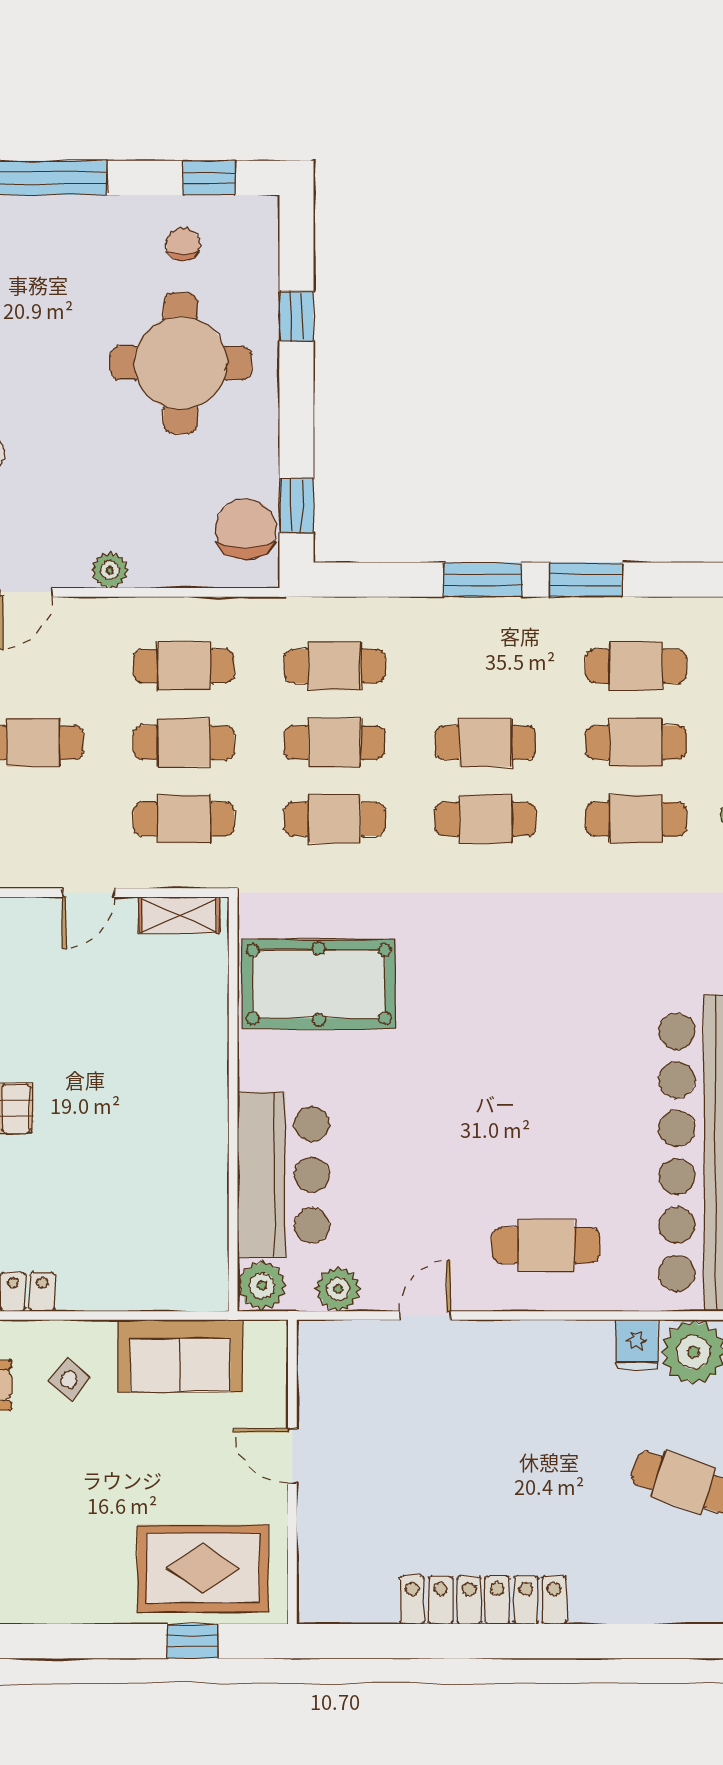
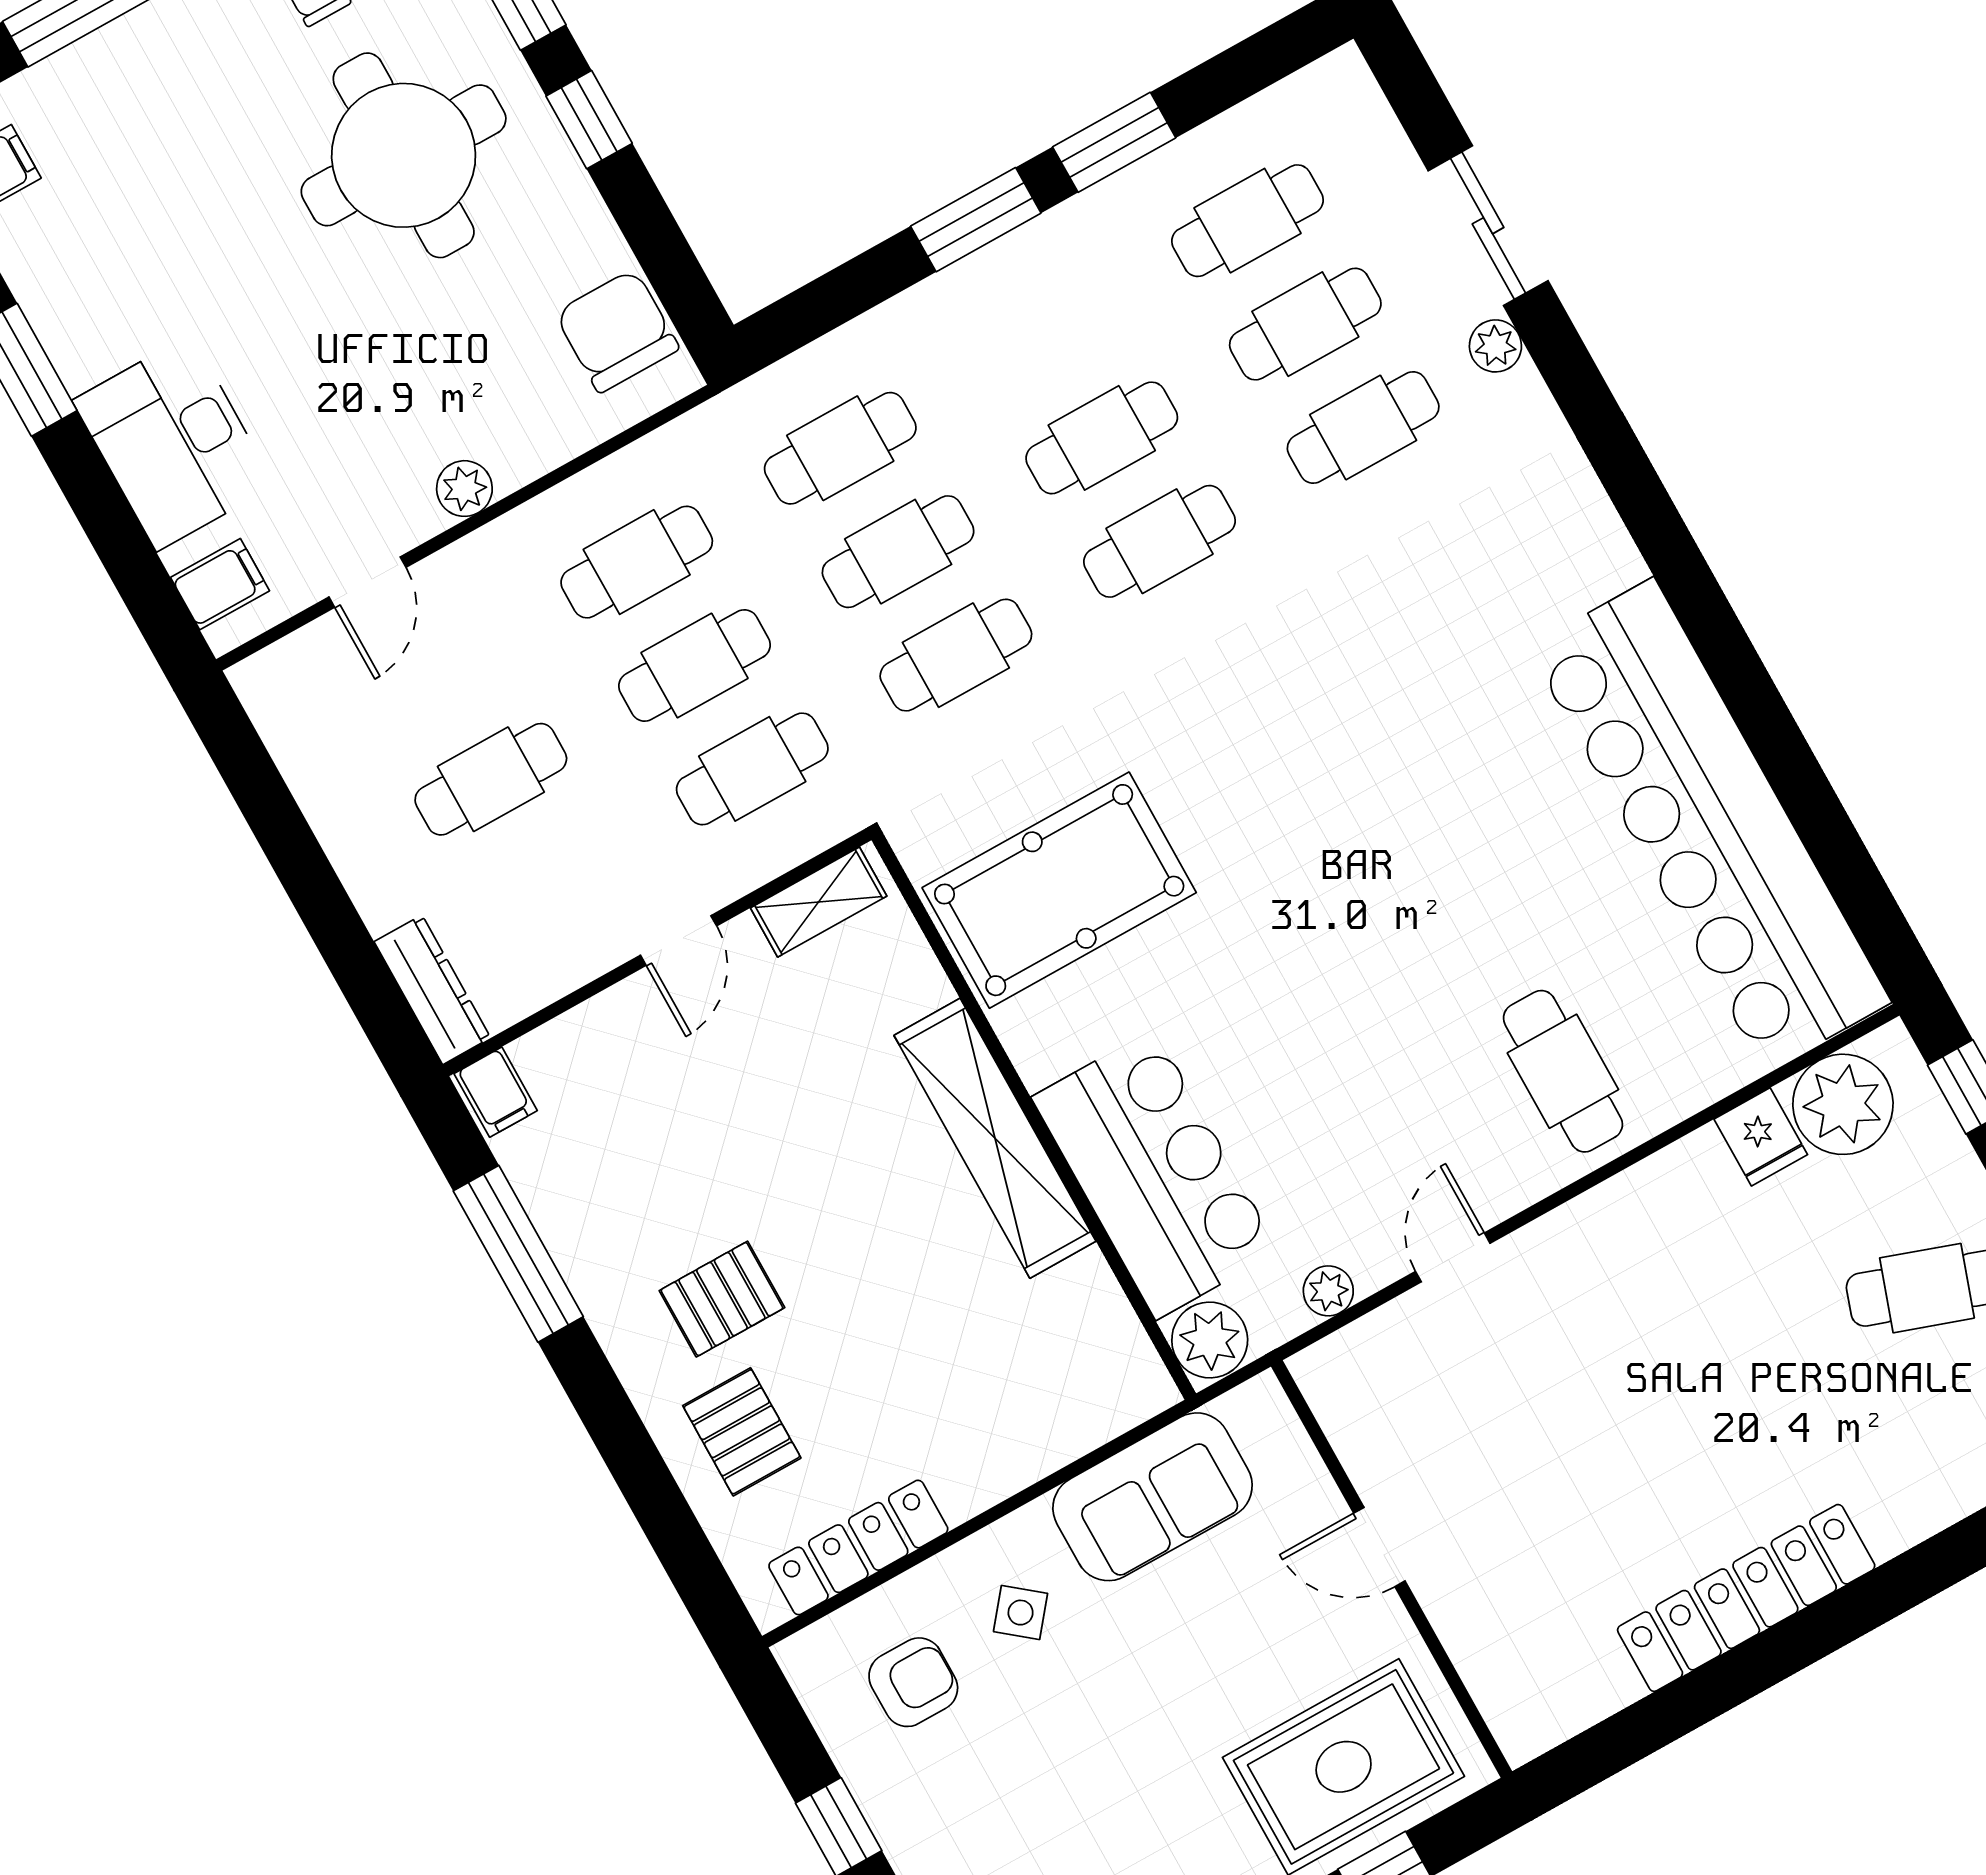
window: (297, 505) -> (589, 120), moved
shelving: (204, 1104) -> (995, 1138), added
cafe table: (546, 1245) -> (1563, 1071), turned 90
plant: (338, 1289) -> (1328, 1291), width x0.73, depth x0.73

